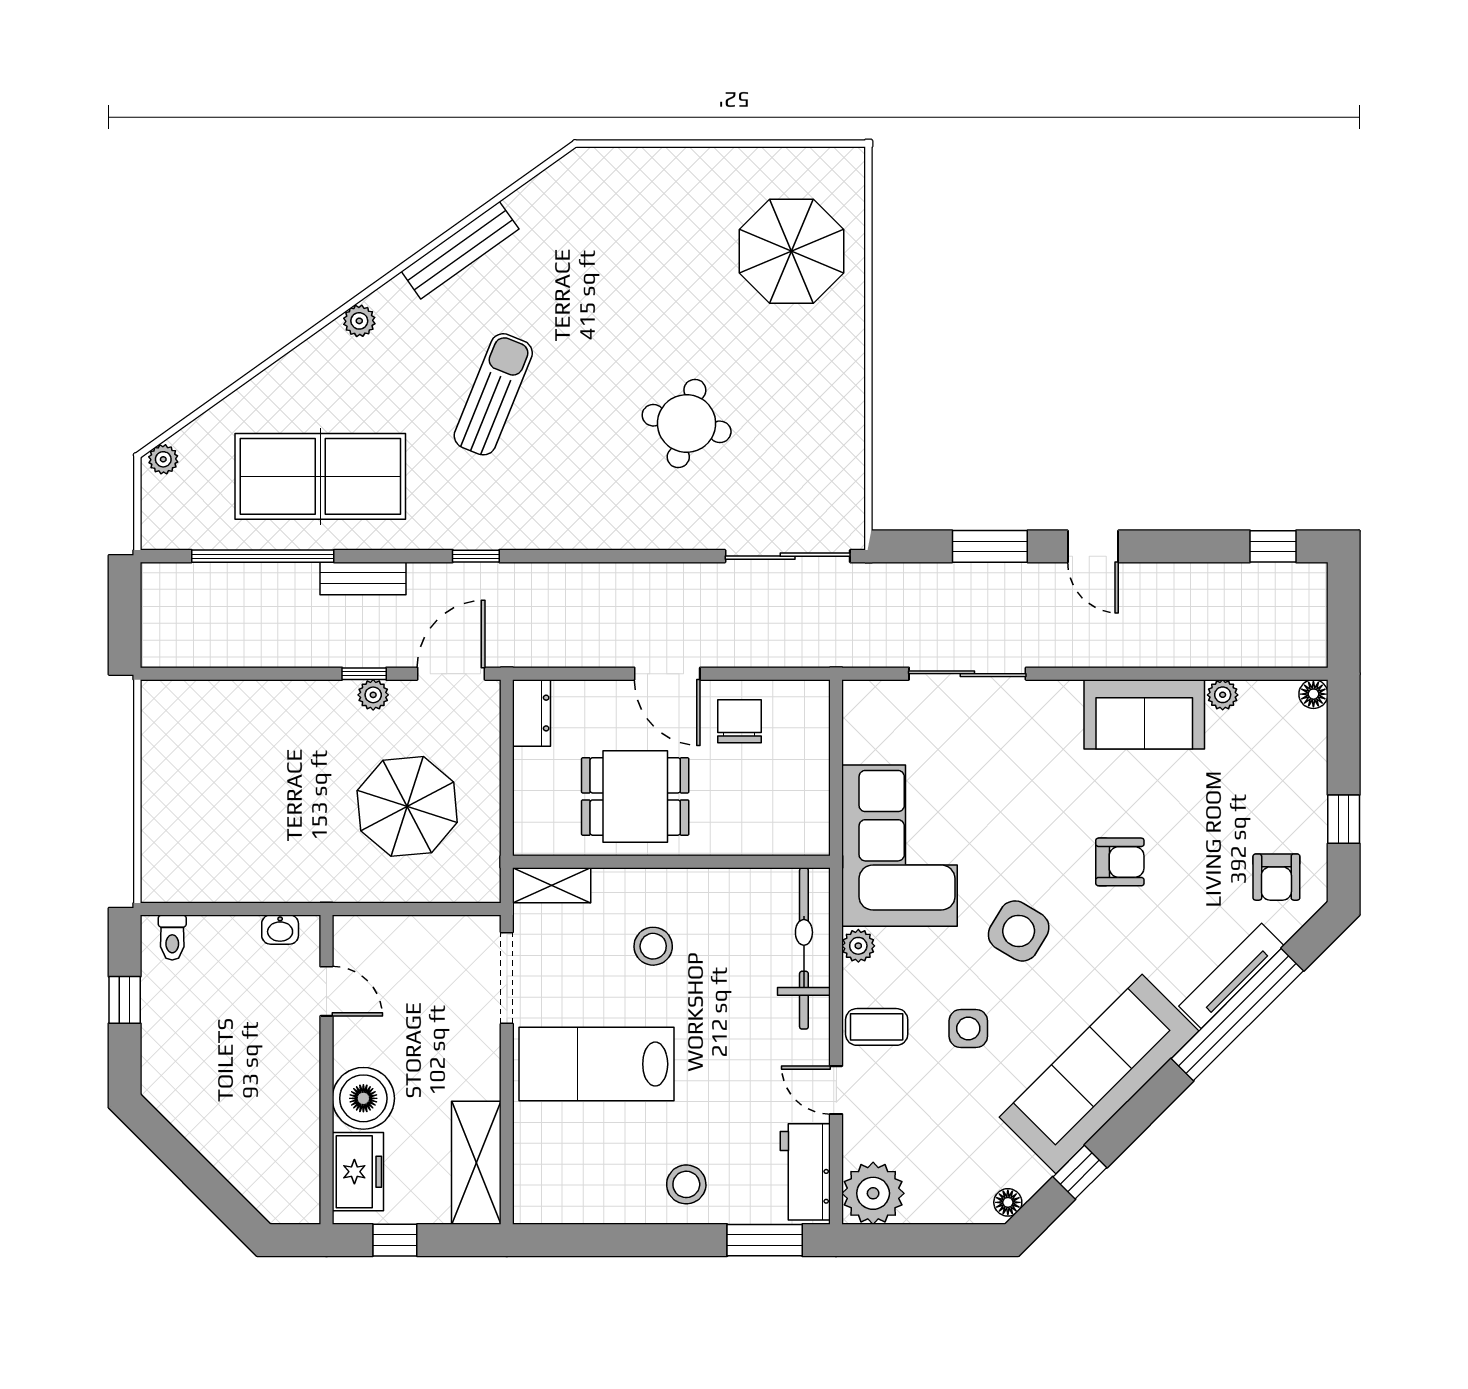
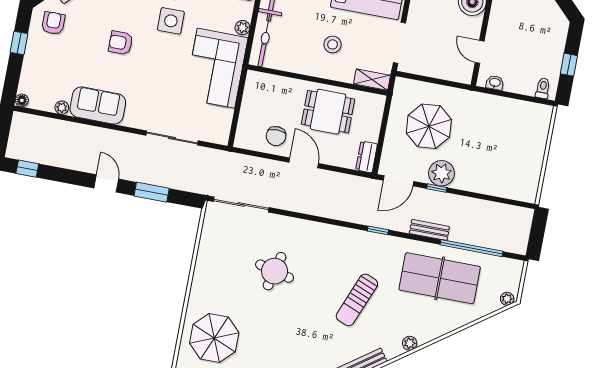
plant: (373, 695) -> (442, 173), width x1.87, depth x1.87
side table: (1019, 931) -> (171, 21), turned -31

